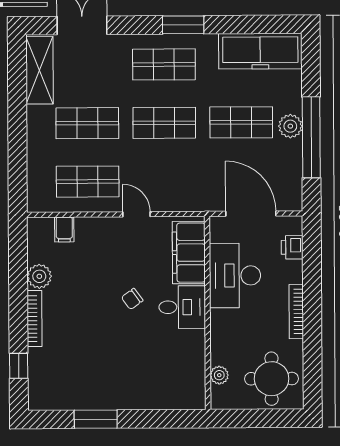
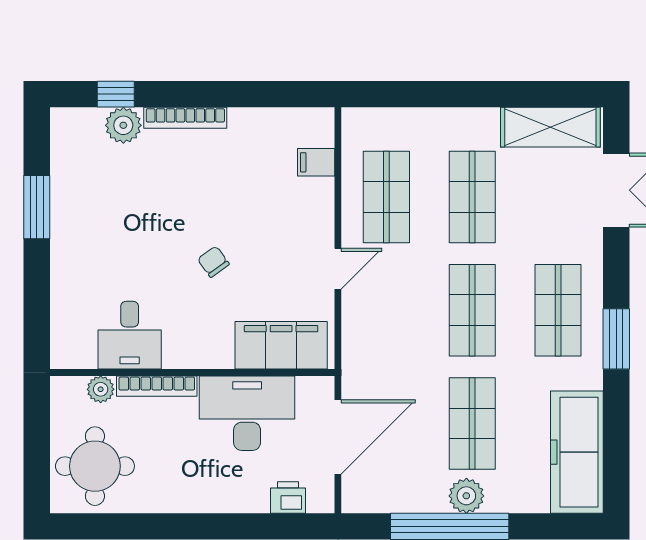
plant: (39, 276) -> (123, 125), moved
desk: (182, 307) -> (130, 335), moved
bookcase: (296, 312) -> (157, 386), moved, turned 180

